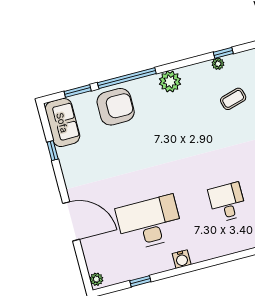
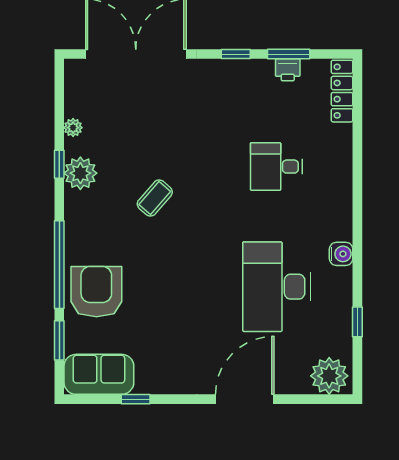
window: (223, 53) -> (59, 164), moved
plant: (170, 81) -> (80, 173), moved
coffee table: (233, 99) -> (155, 198), moved, turned 57
plant: (96, 279) -> (329, 376), width x1.88, depth x1.88

